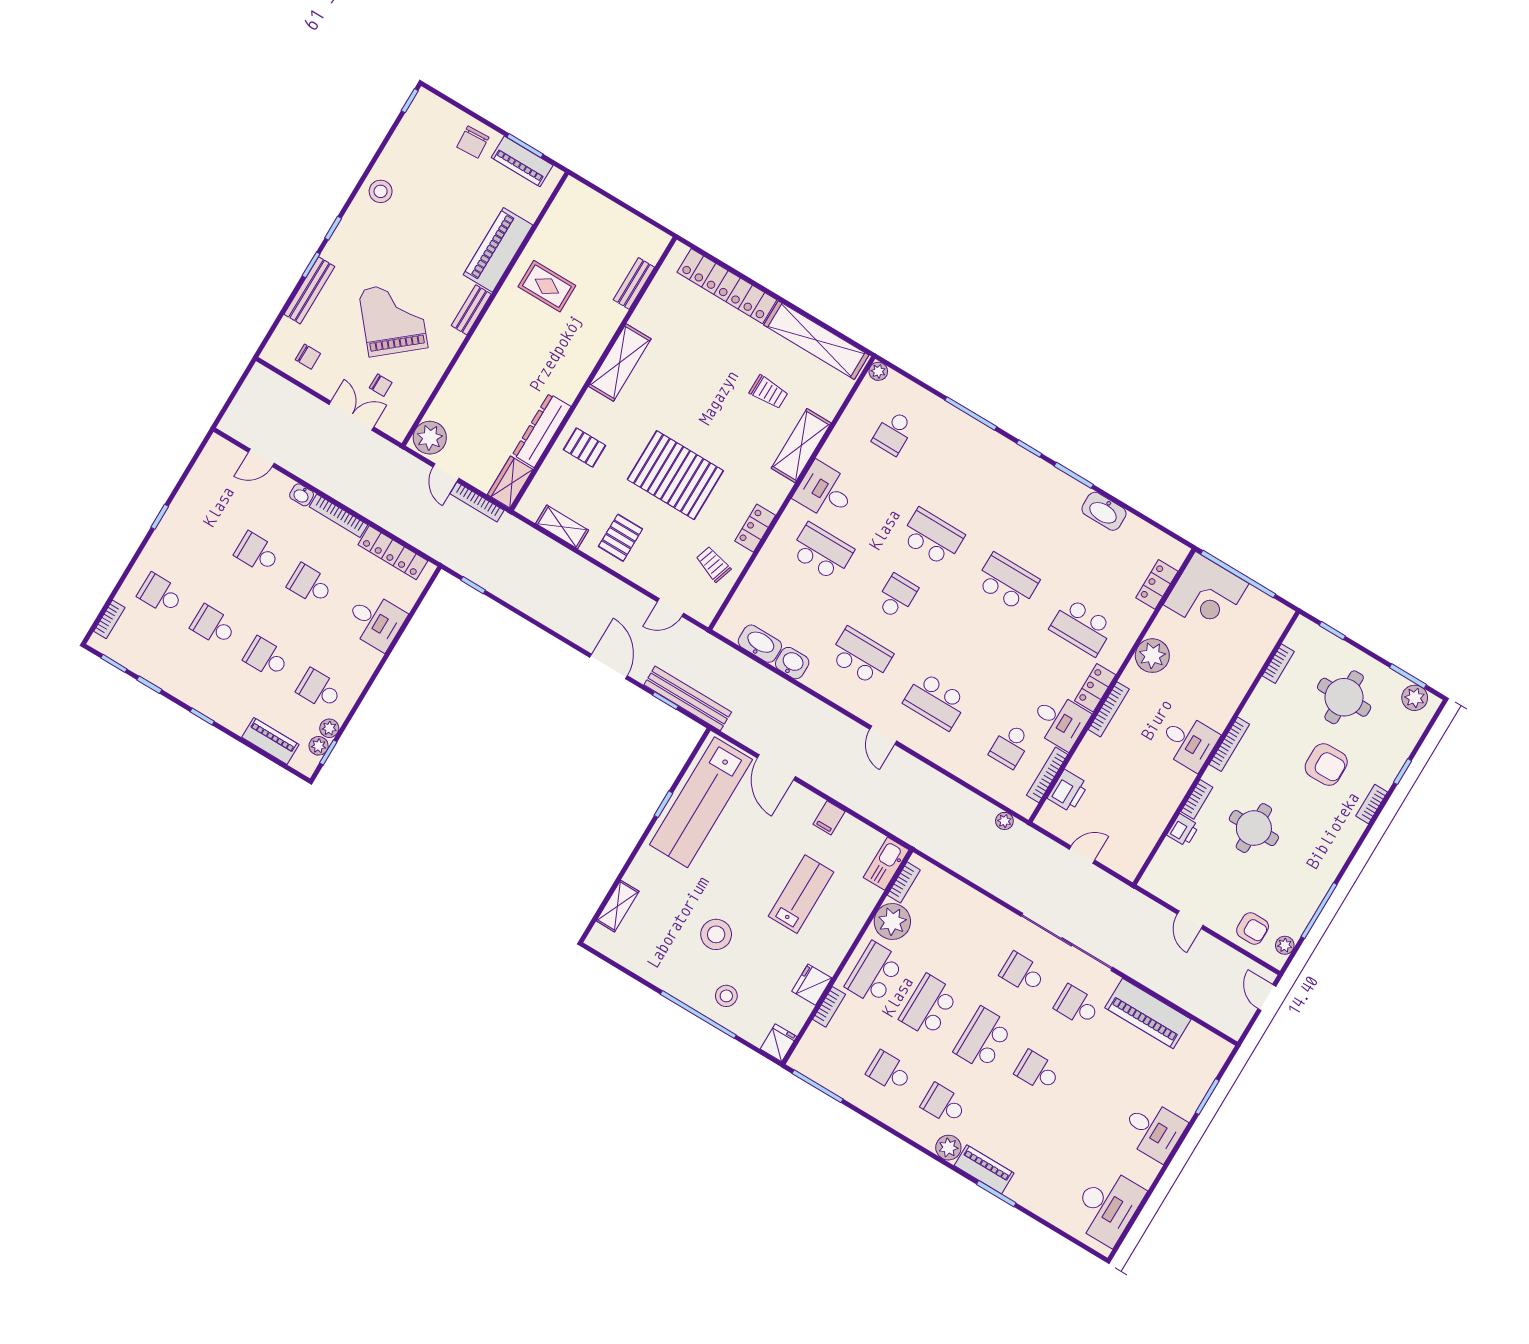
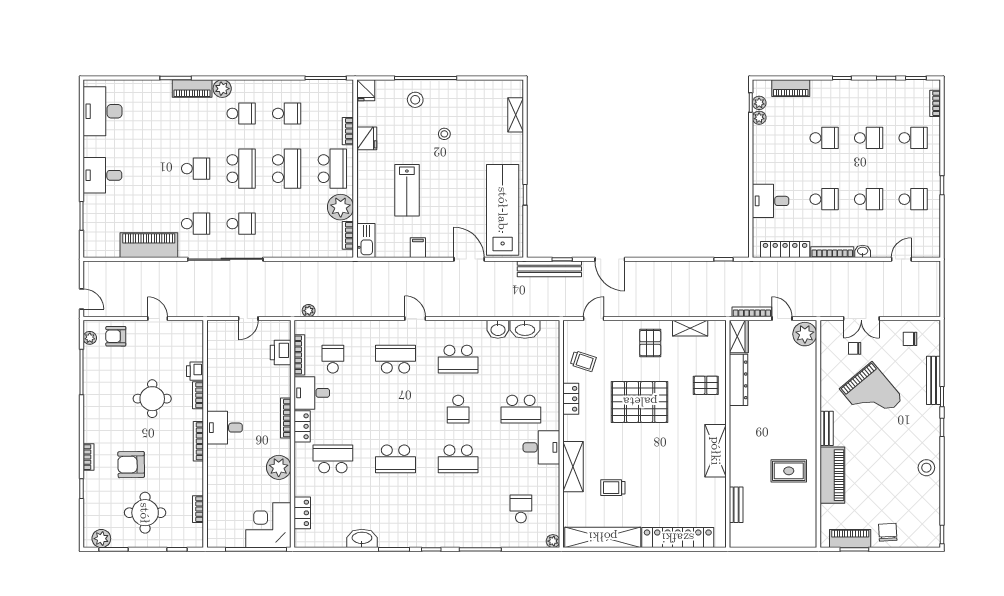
school desk: (319, 689) -> (913, 199), moved
stool: (716, 934) -> (444, 134), width x0.53, depth x0.53

